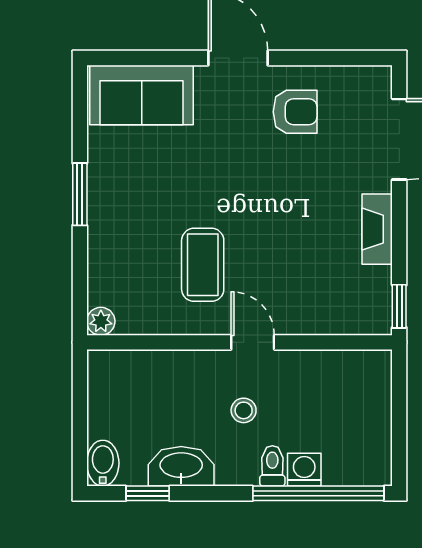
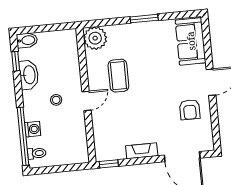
coffee table: (203, 265) -> (118, 76), turned 90
plant: (101, 321) -> (95, 38), width x1.88, depth x1.88
toilet: (272, 466) -> (37, 153), moved

